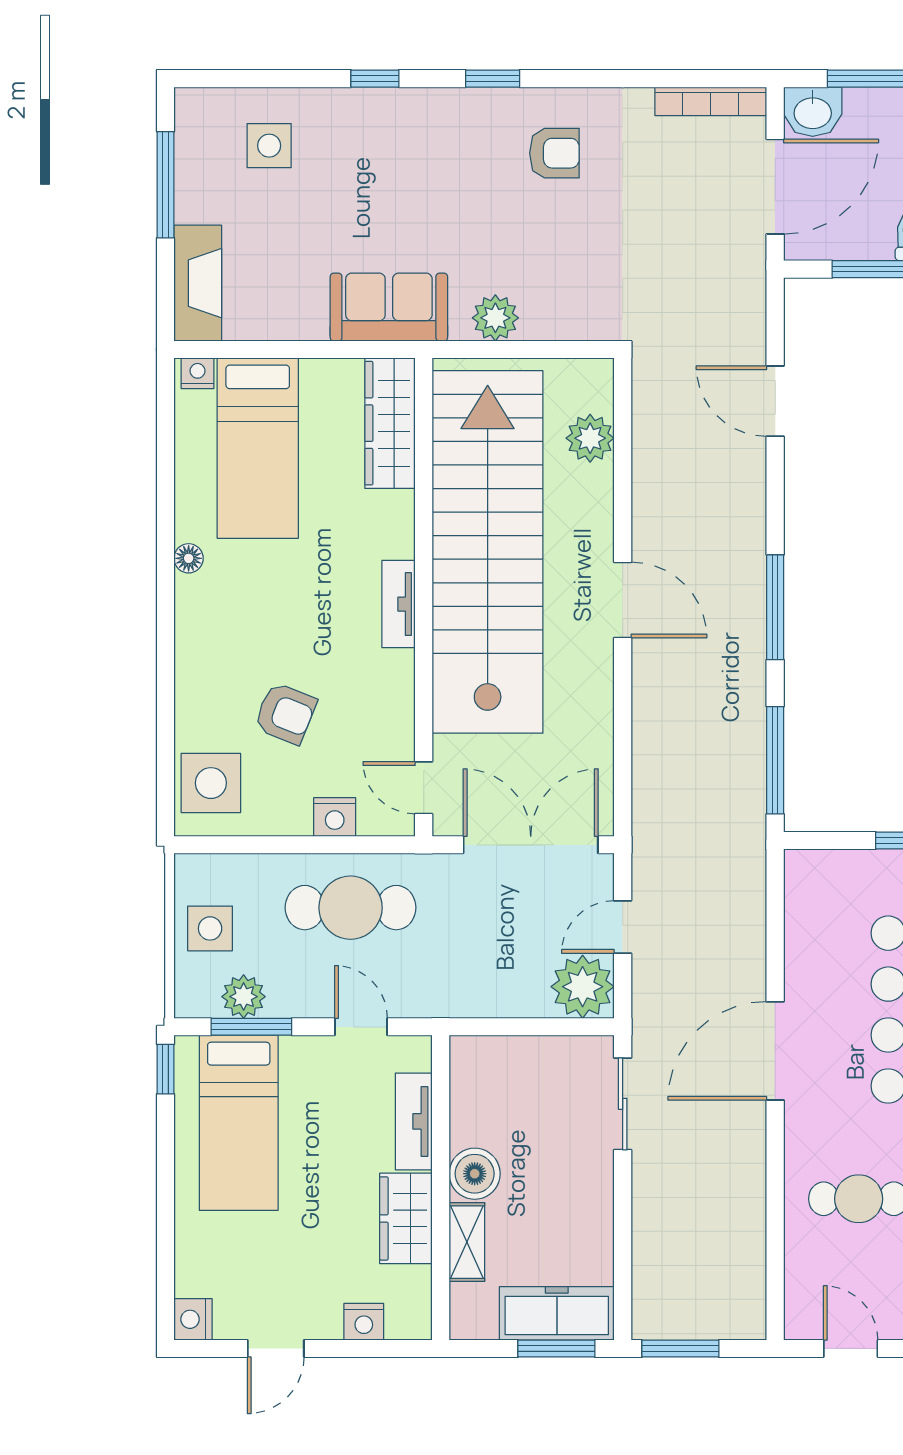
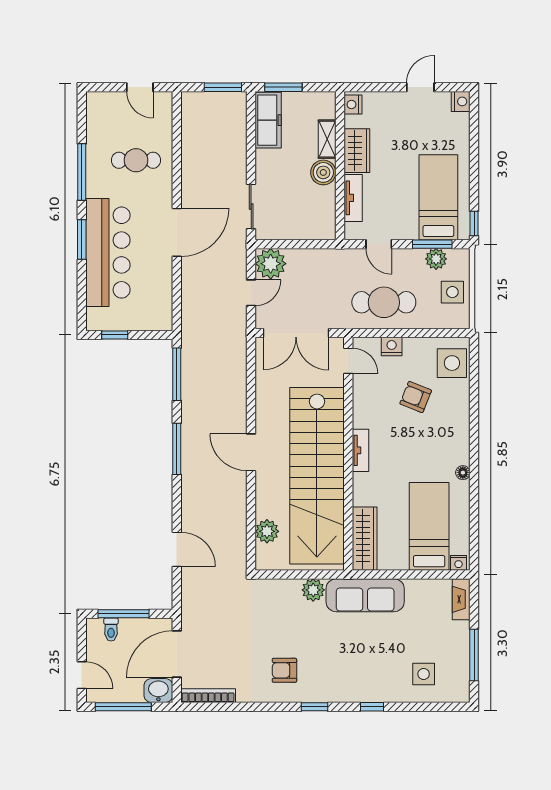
fireplace: (198, 283) -> (461, 599), width x0.73, depth x0.76
sofa: (389, 307) -> (365, 595), width x1.36
freezer: (557, 1313) -> (268, 120), moved, turned -90
nightstand: (364, 1322) -> (353, 105), moved, turned -90

